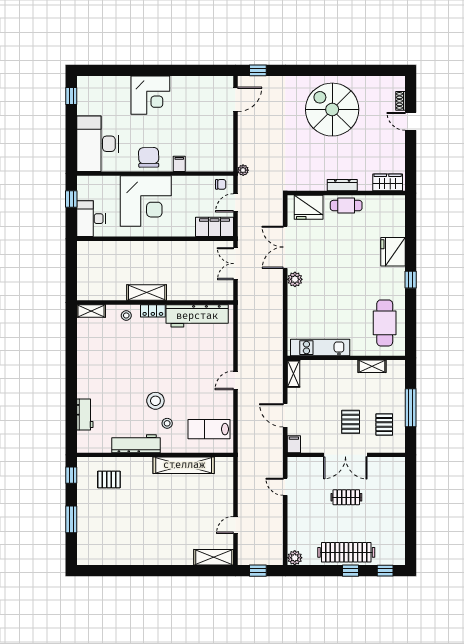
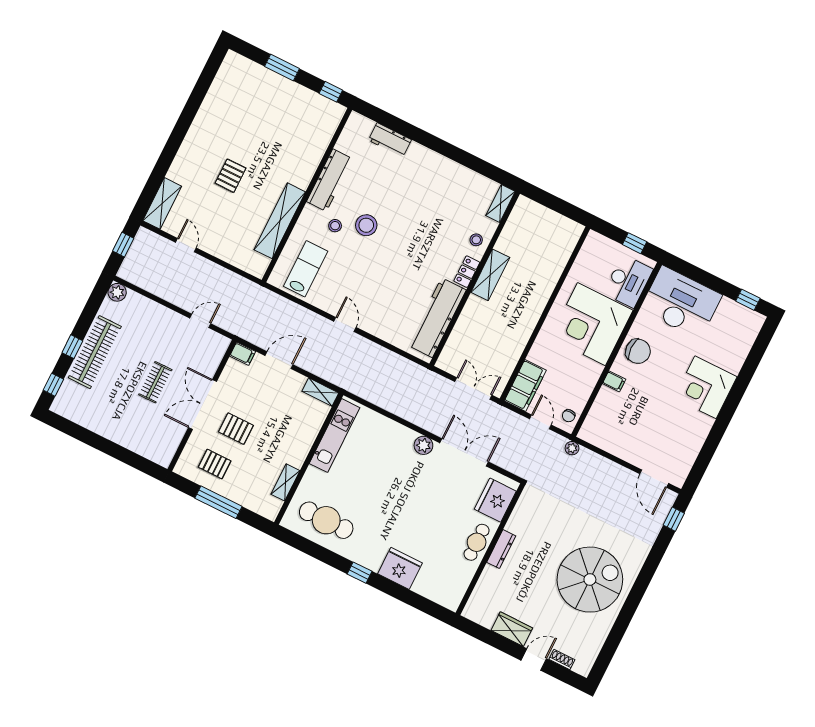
wardrobe: (388, 182) -> (512, 629), moved, turned -90
desk: (91, 219) -> (628, 281), moved, turned 90
pallet: (109, 479) -> (230, 176), moved

